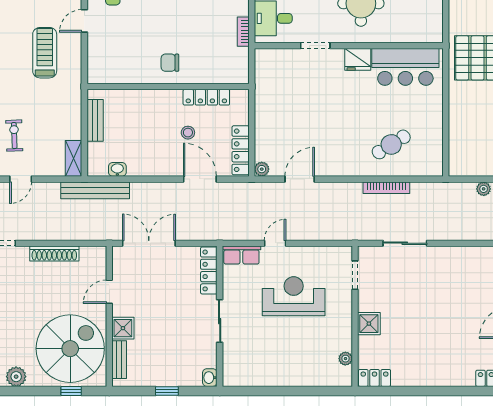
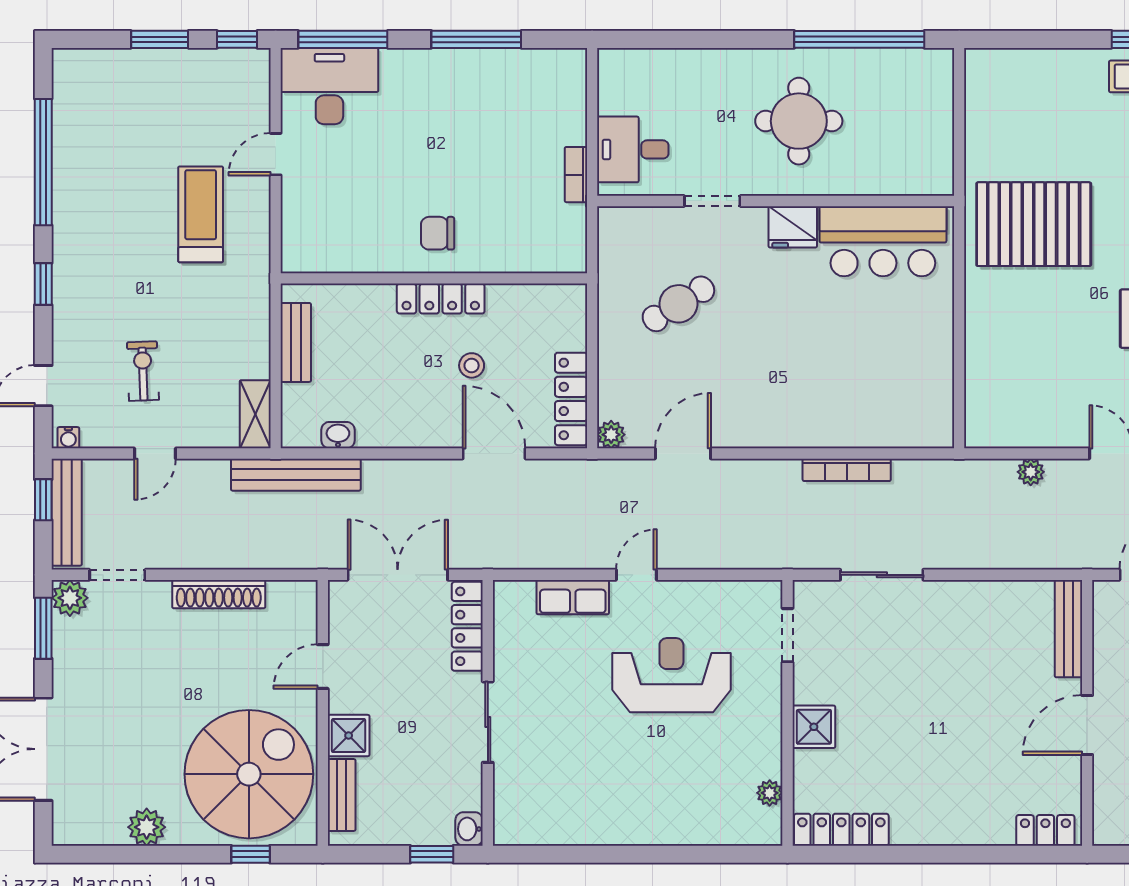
locker: (206, 97) -> (441, 299), moved
cafe table: (391, 144) -> (678, 304), moved
locker: (209, 270) -> (467, 626), moved
wall: (220, 316) -> (488, 713), moved
sliding door: (220, 321) -> (488, 722), moved
washbasin: (210, 378) -> (469, 829), moved
locker: (375, 378) -> (841, 830), width x1.53

